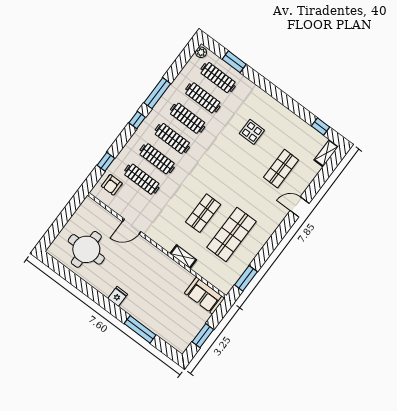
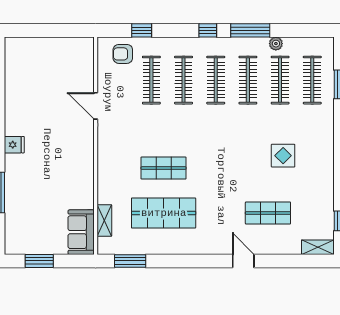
plant: (201, 52) -> (276, 44), moved
round table: (86, 249) -> (38, 77), removed
shelving: (183, 257) -> (104, 220), moved

